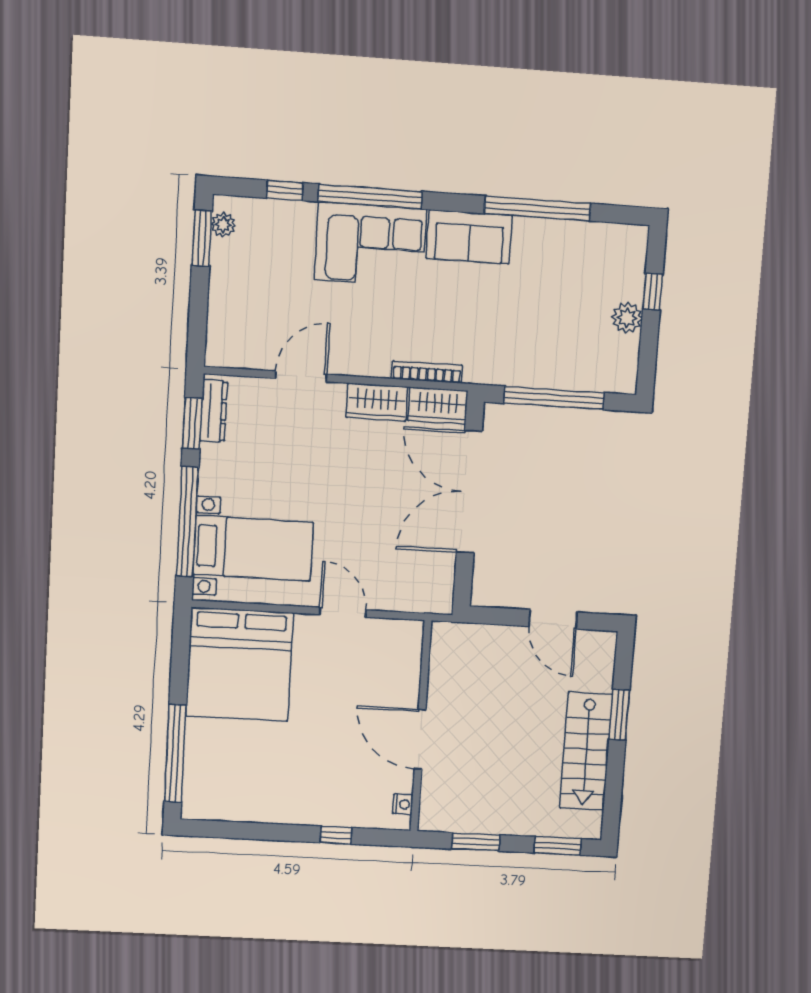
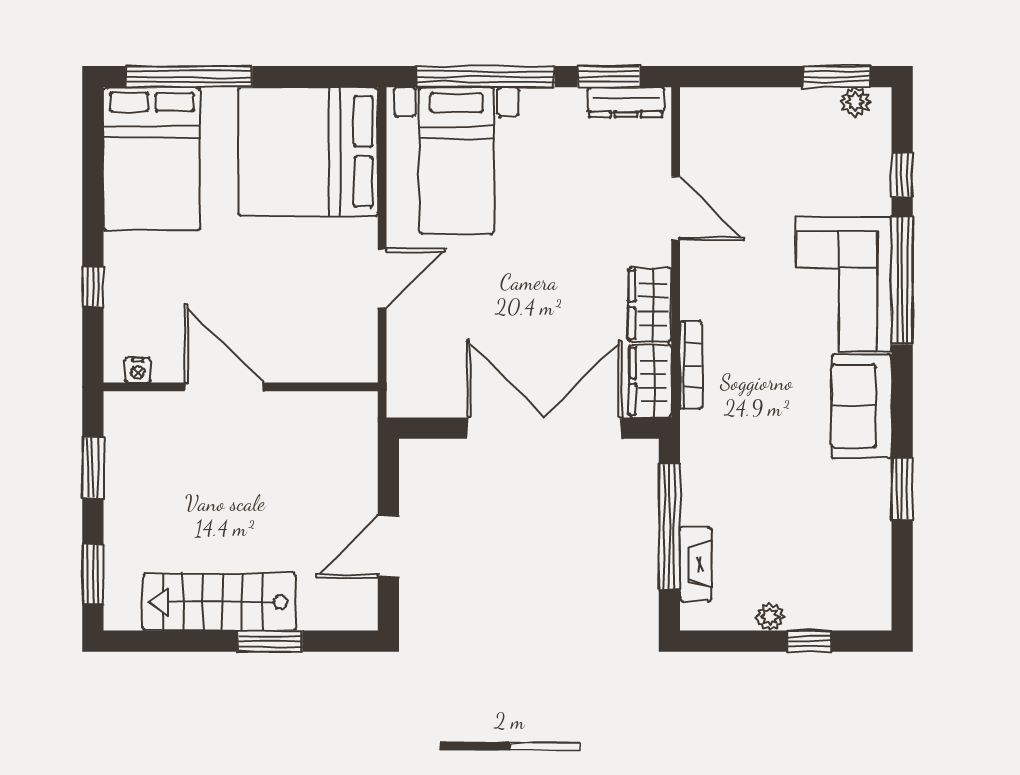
window: (538, 208) -> (902, 489), width x0.47
plant: (627, 318) -> (770, 617), width x0.73, depth x0.73
fireplace: (585, 379) -> (696, 564), added
door: (420, 739) -> (224, 387), hinge flipped
bed: (239, 785) -> (152, 159), added

